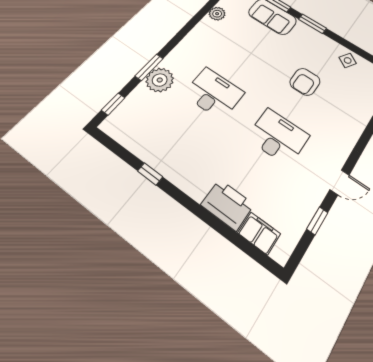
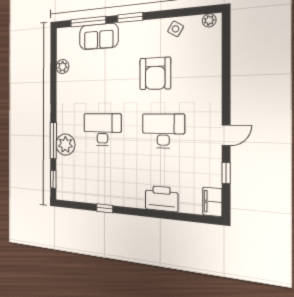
window: (149, 67) -> (53, 140), width x1.44
armchair: (305, 82) -> (155, 74), width x1.36, depth x1.36
filing cabinet: (259, 233) -> (212, 202), moved, turned -90

